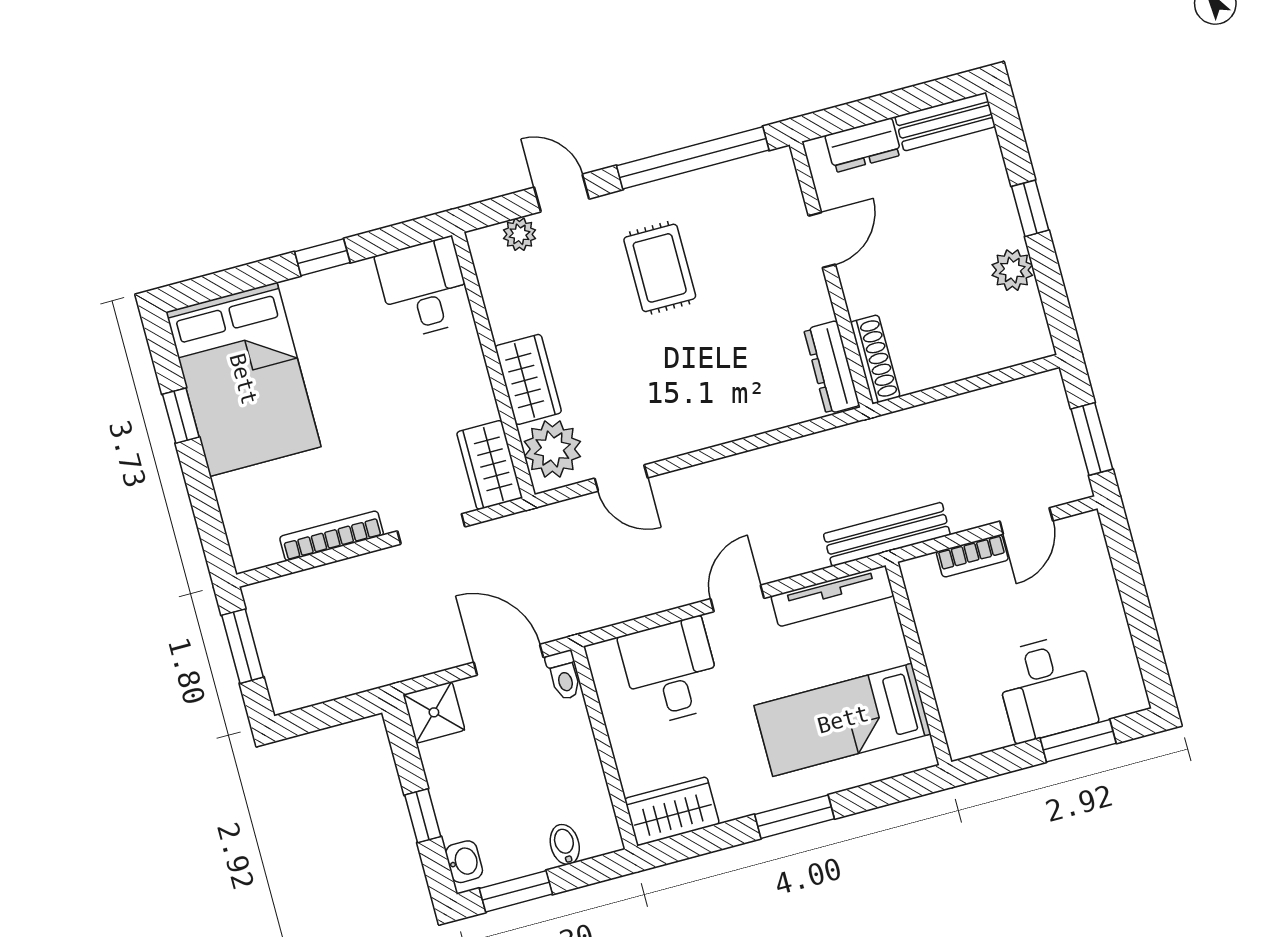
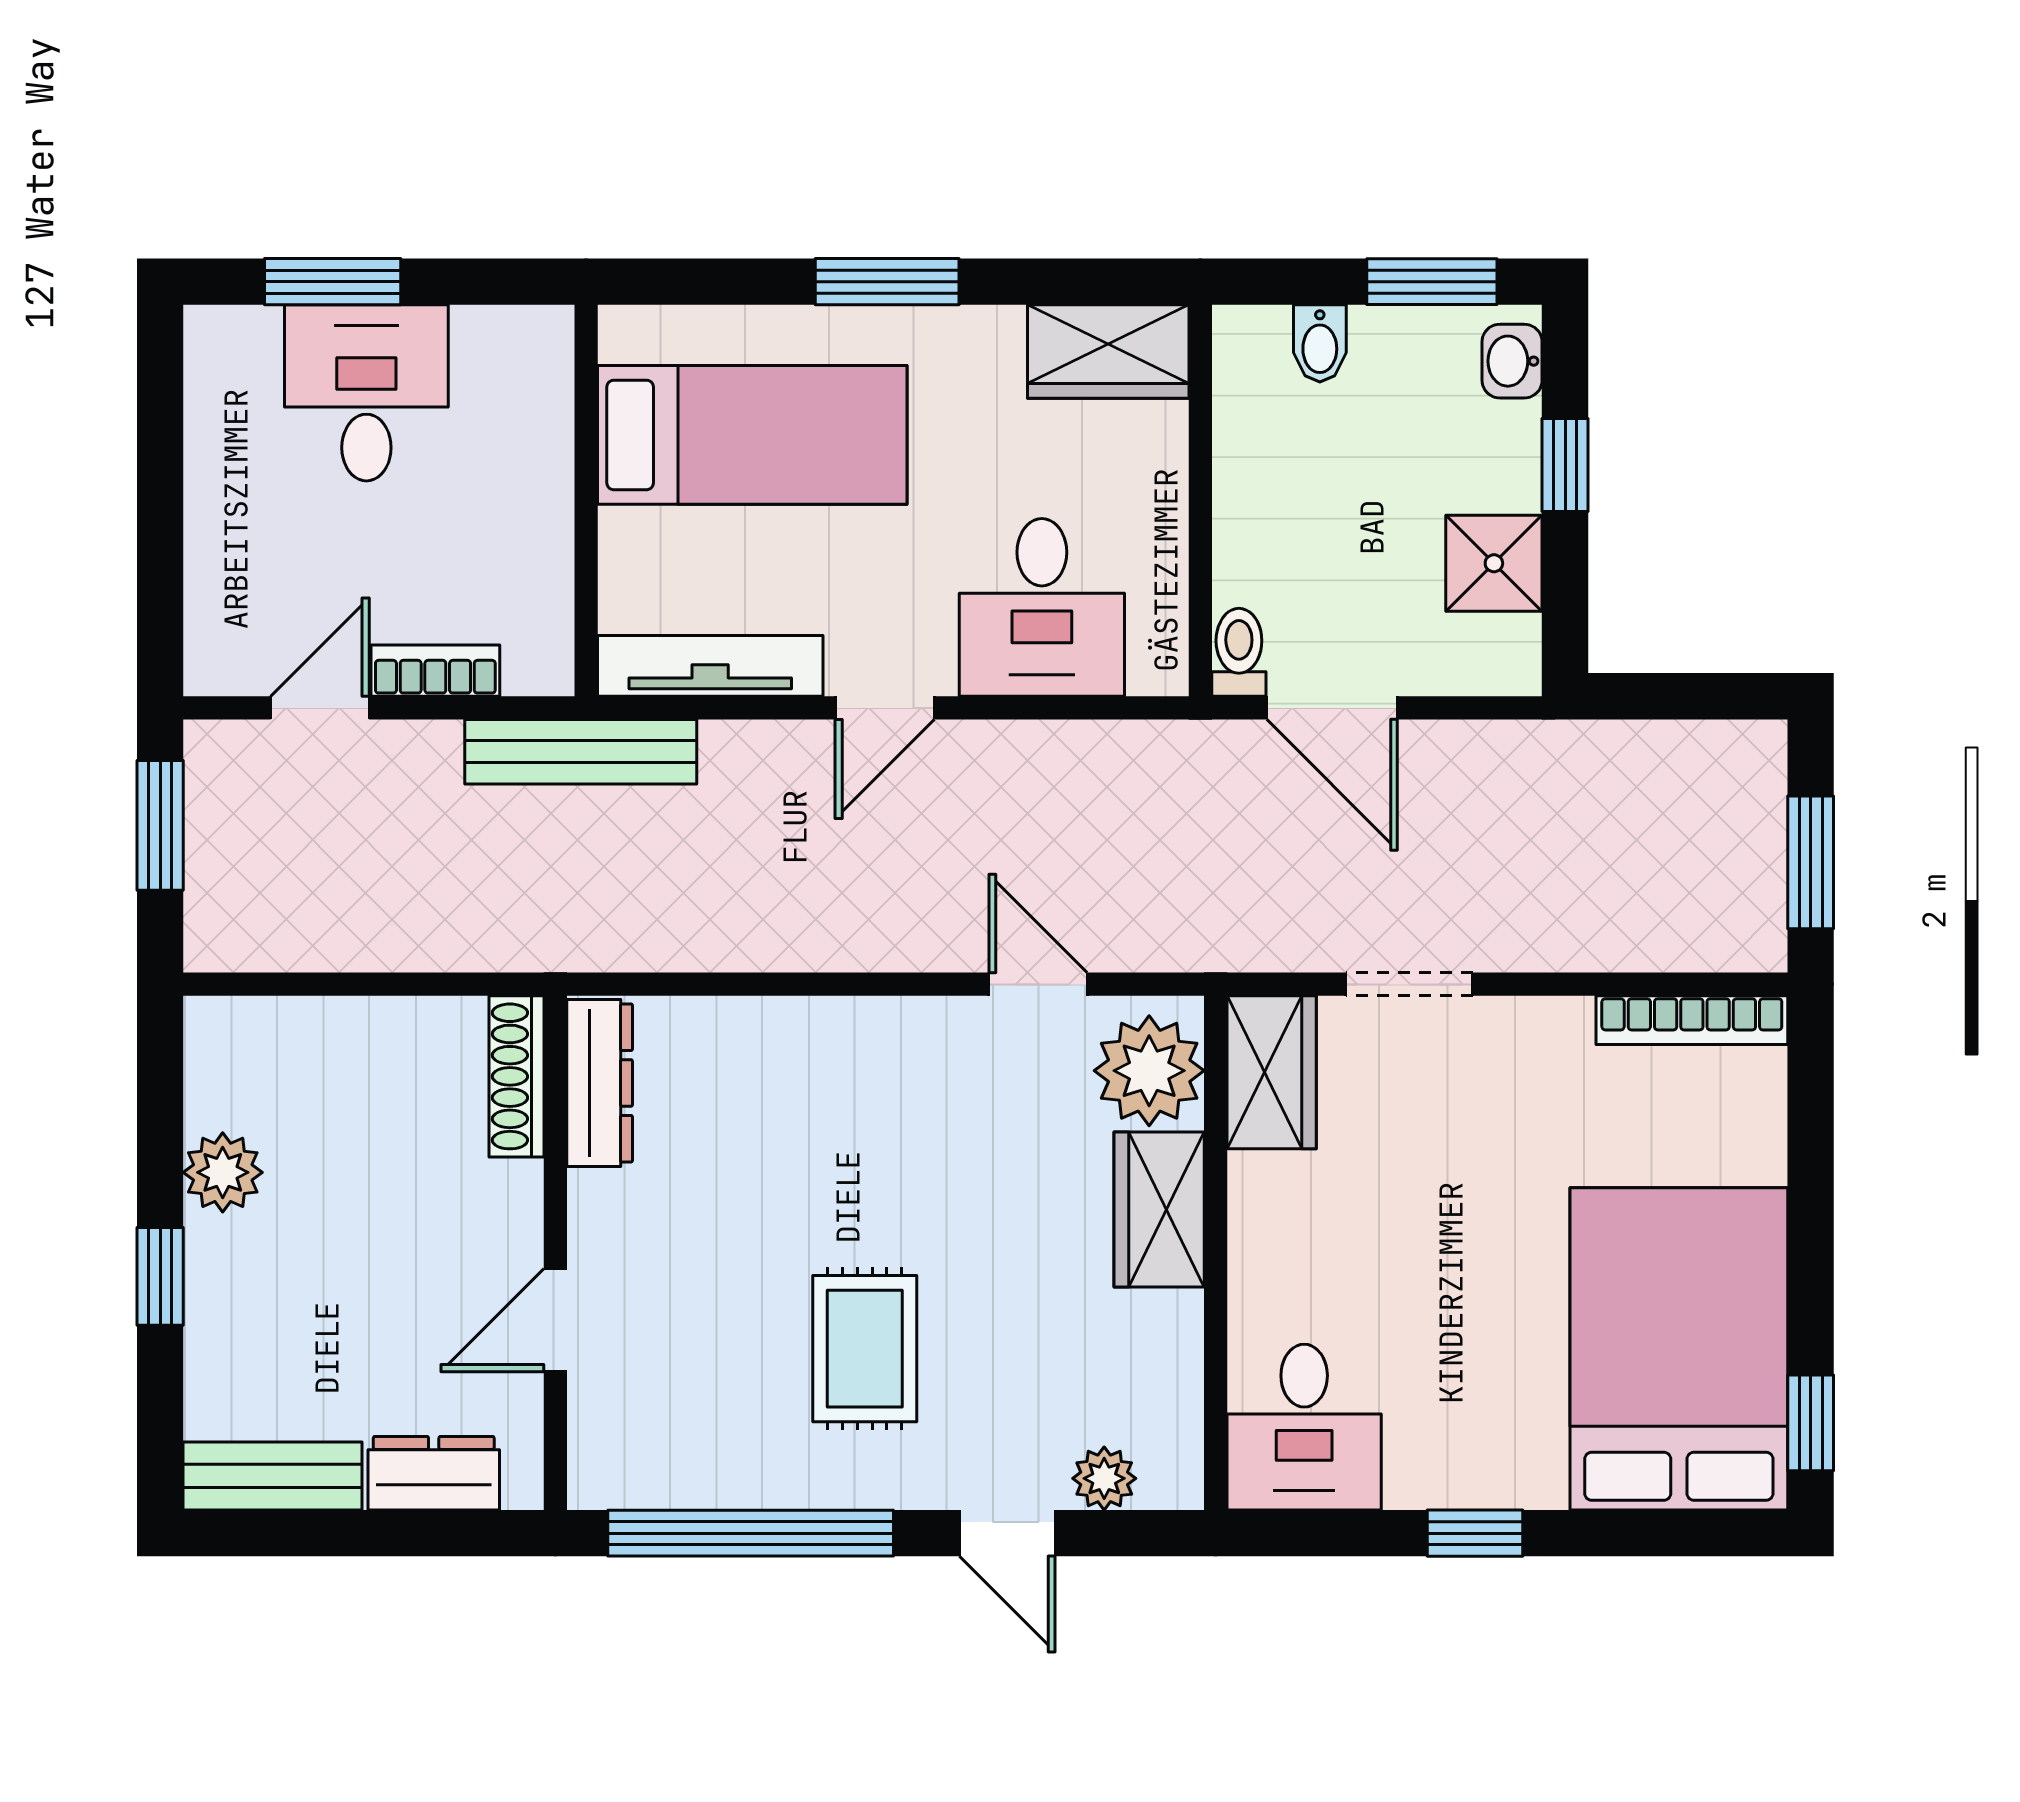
window: (181, 416) -> (1811, 1423), moved
bookcase: (332, 536) -> (1692, 1020), moved
shower: (434, 712) -> (1494, 563), moved

